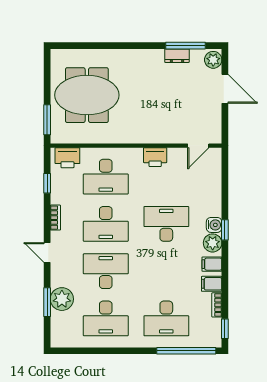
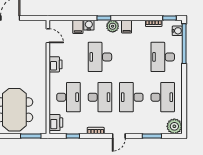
water cooler: (214, 225) -> (89, 25), moved
filing cabinet: (212, 284) -> (78, 27), moved
plant: (62, 299) -> (174, 126), moved
desk: (166, 318) -> (163, 57), turned 180
water cooler: (206, 340) -> (177, 31), added

